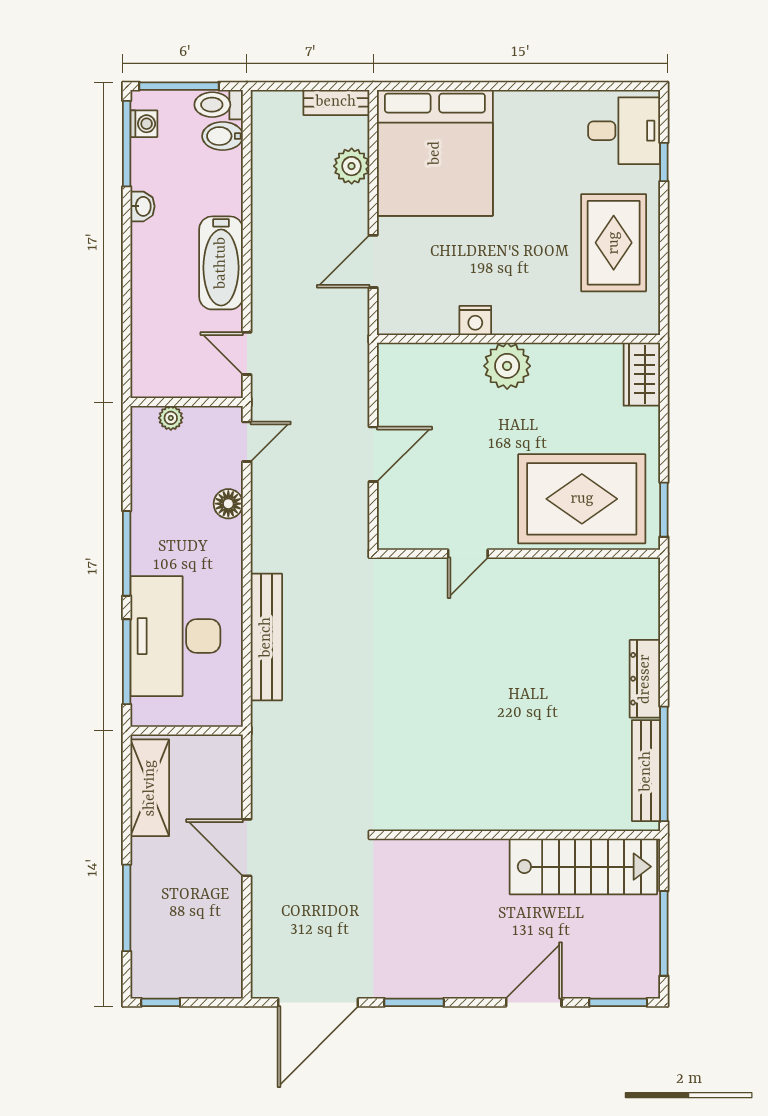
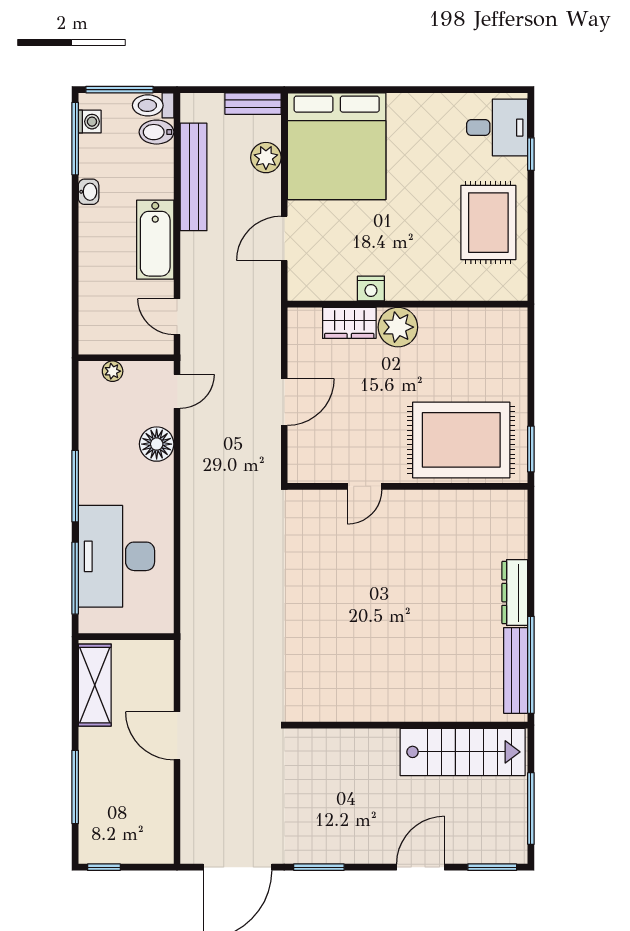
wardrobe: (642, 374) -> (349, 323), moved, turned -90
floor lamp: (228, 504) -> (157, 444), width x1.38, depth x1.38
bench: (266, 637) -> (194, 177), moved

